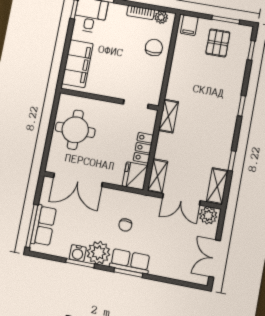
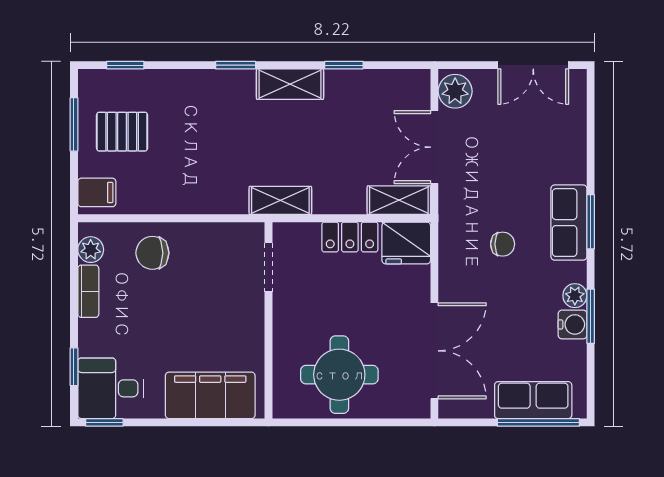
shelving: (217, 186) -> (290, 84), moved
double door: (181, 199) -> (434, 147), swing flipped
plant: (98, 253) -> (575, 296), width x0.53, depth x0.53

